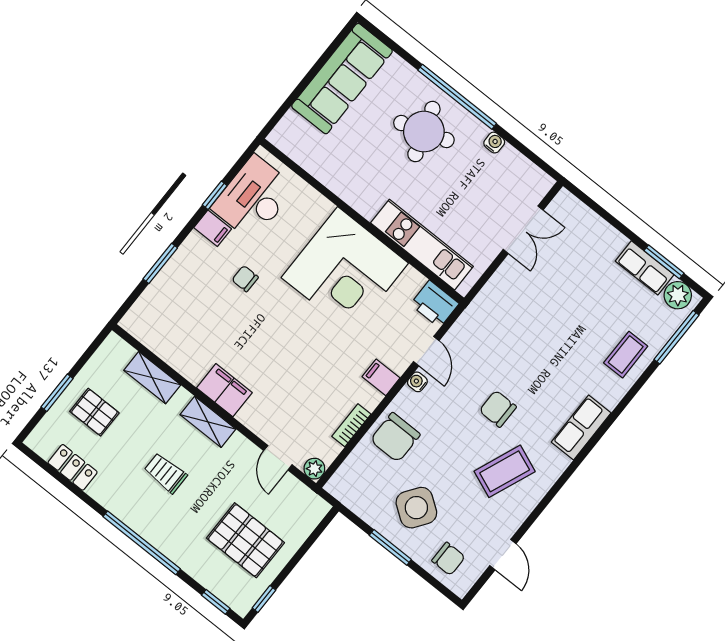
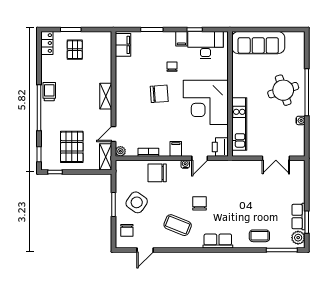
sofa: (342, 79) -> (258, 43), moved
chair: (272, 334) -> (159, 94), added
shelving: (152, 378) -> (106, 157), moved
filing cabinet: (224, 390) -> (123, 45), moved
locker: (73, 467) -> (47, 43), moved
trolley: (166, 473) -> (49, 92), moved

